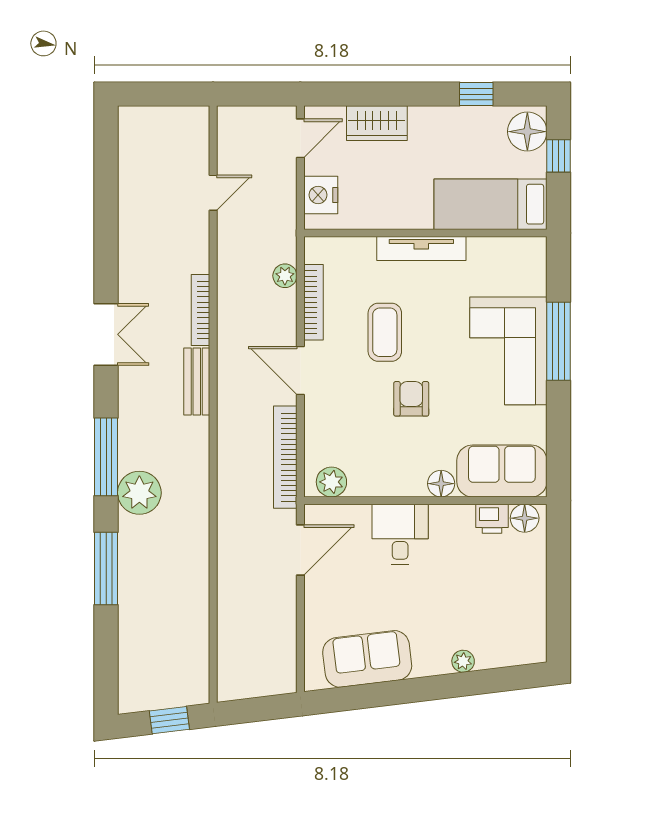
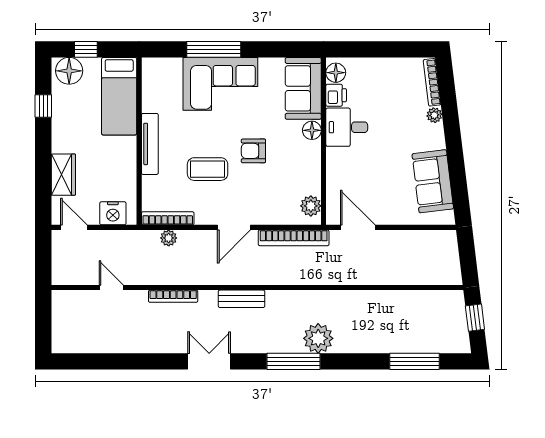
bookcase: (314, 302) -> (168, 218), moved
bookcase: (200, 310) -> (173, 296), moved
desk: (400, 534) -> (347, 127), moved
window: (106, 568) -> (414, 361), moved
bookcase: (511, 658) -> (432, 82), added

